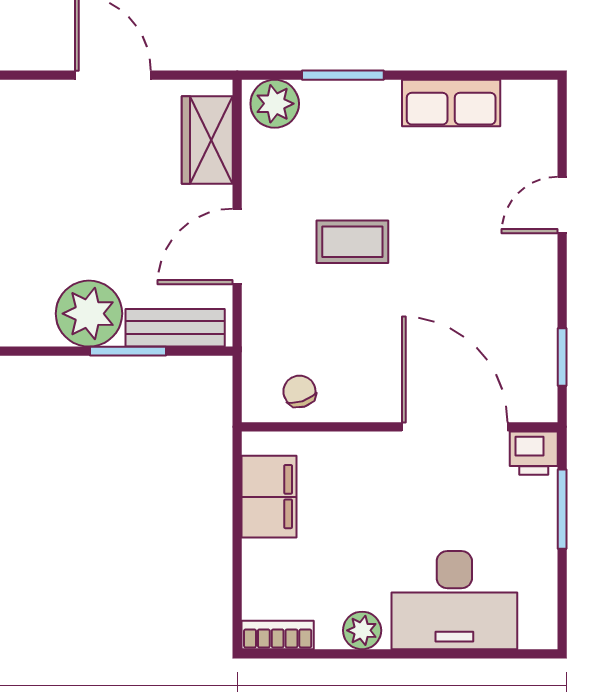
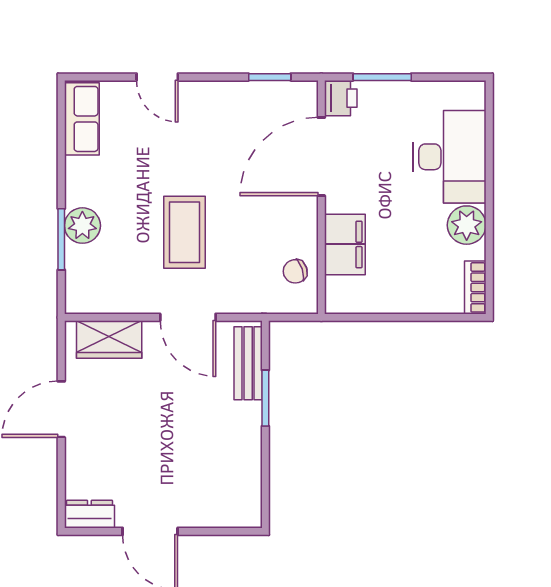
row of seats: (451, 103) -> (82, 119), moved
plant: (275, 104) -> (82, 226), moved
coffee table: (352, 242) -> (184, 232), width x1.36, depth x1.30
plant: (89, 314) -> (238, 427), removed
filing cabinet: (269, 497) -> (345, 244), moved, turned 90
plant: (362, 630) -> (467, 225), width x1.38, depth x1.38

